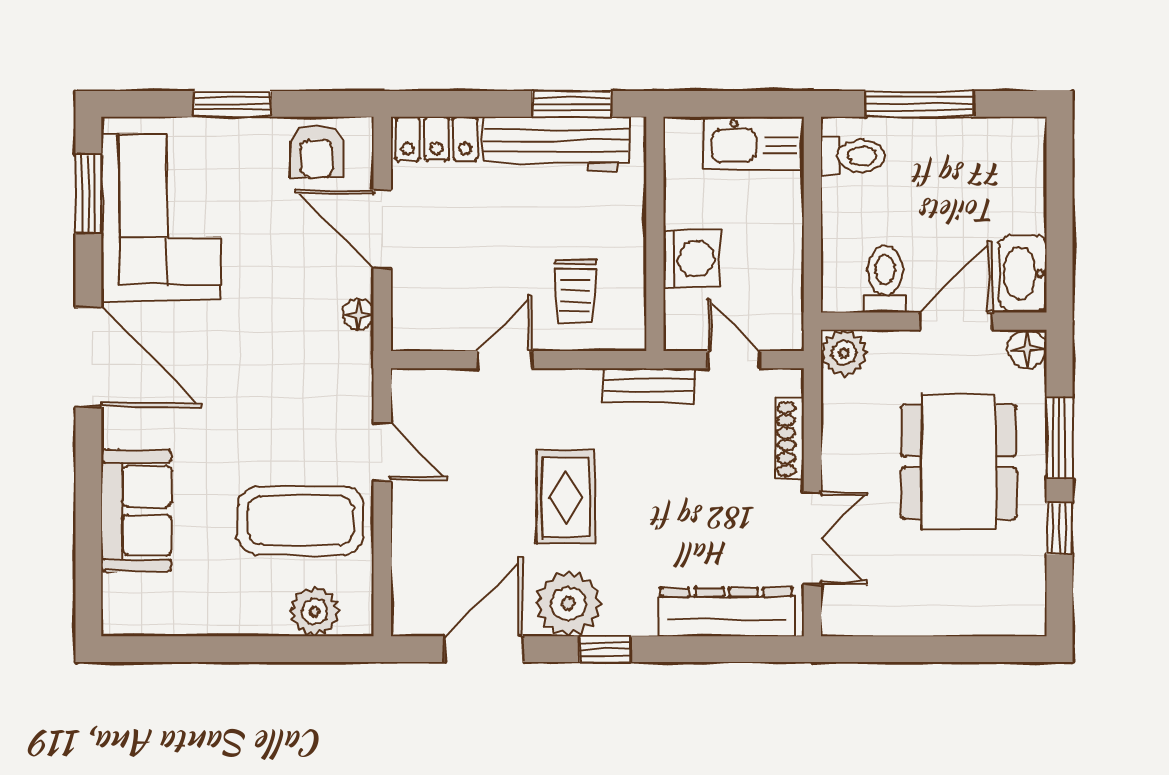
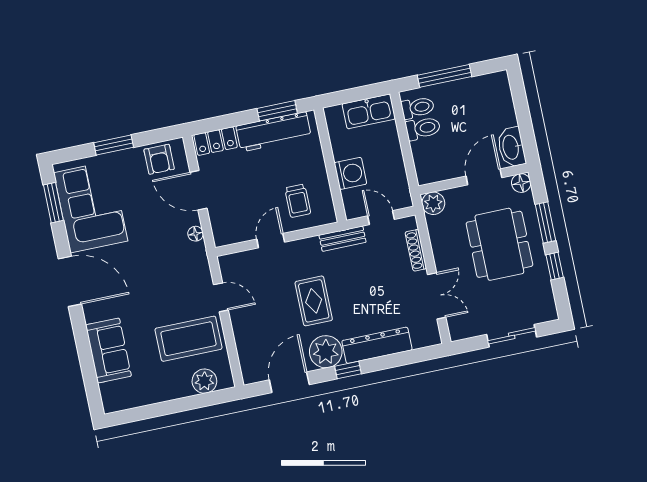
toilet: (885, 279) -> (423, 128), moved, turned 90
dresser: (726, 612) -> (377, 345), moved
sliding door: (945, 649) -> (512, 336), added

